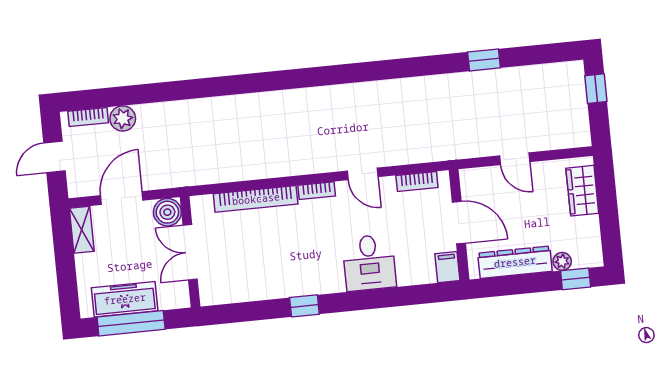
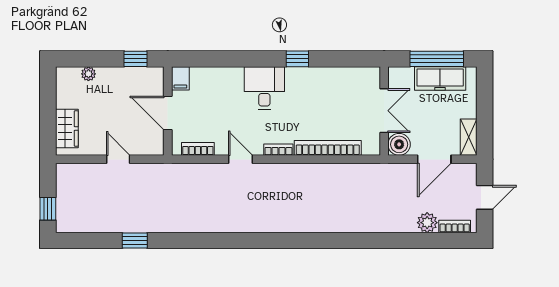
dresser: (515, 262) -> (126, 77), removed
desk: (369, 263) -> (264, 88), moved
window: (576, 279) -> (136, 59), moved

